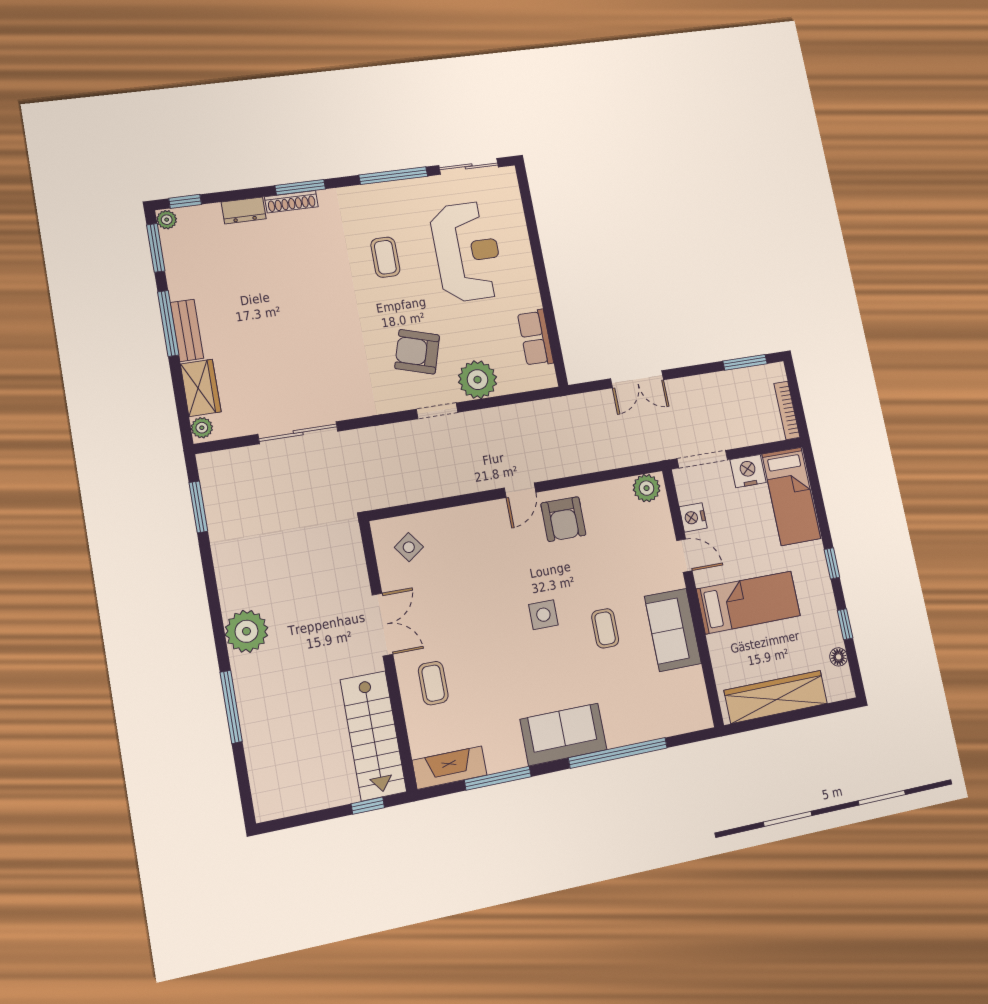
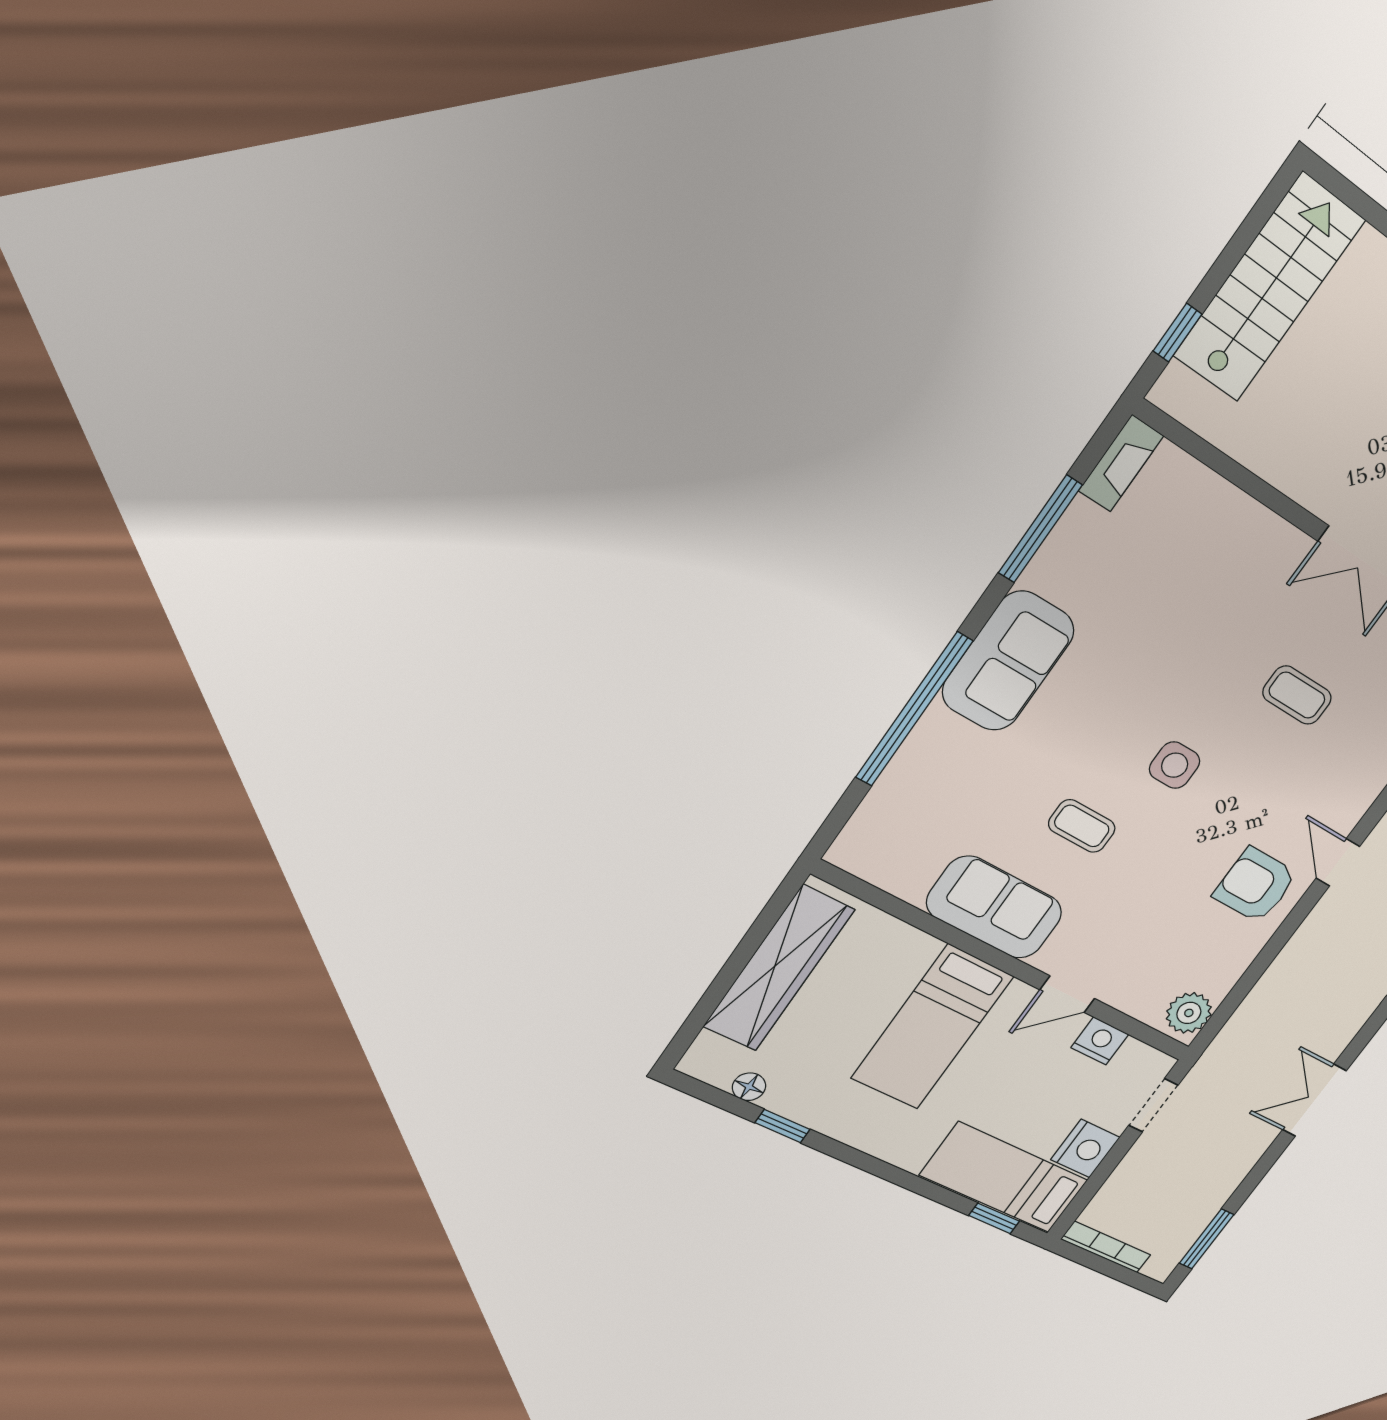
doorway: (702, 459) -> (1153, 1105), width x0.73
window: (832, 563) -> (994, 1218), moved
coffee table: (433, 683) -> (1297, 695), moved
stairs: (373, 736) -> (1269, 288), moved, turned 90
fireplace: (450, 768) -> (1121, 463), width x0.73, depth x0.76

